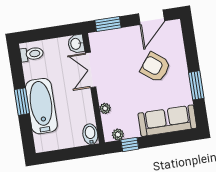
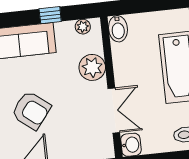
plant: (105, 108) -> (92, 67), width x1.88, depth x1.88
window: (130, 144) -> (50, 15), moved

